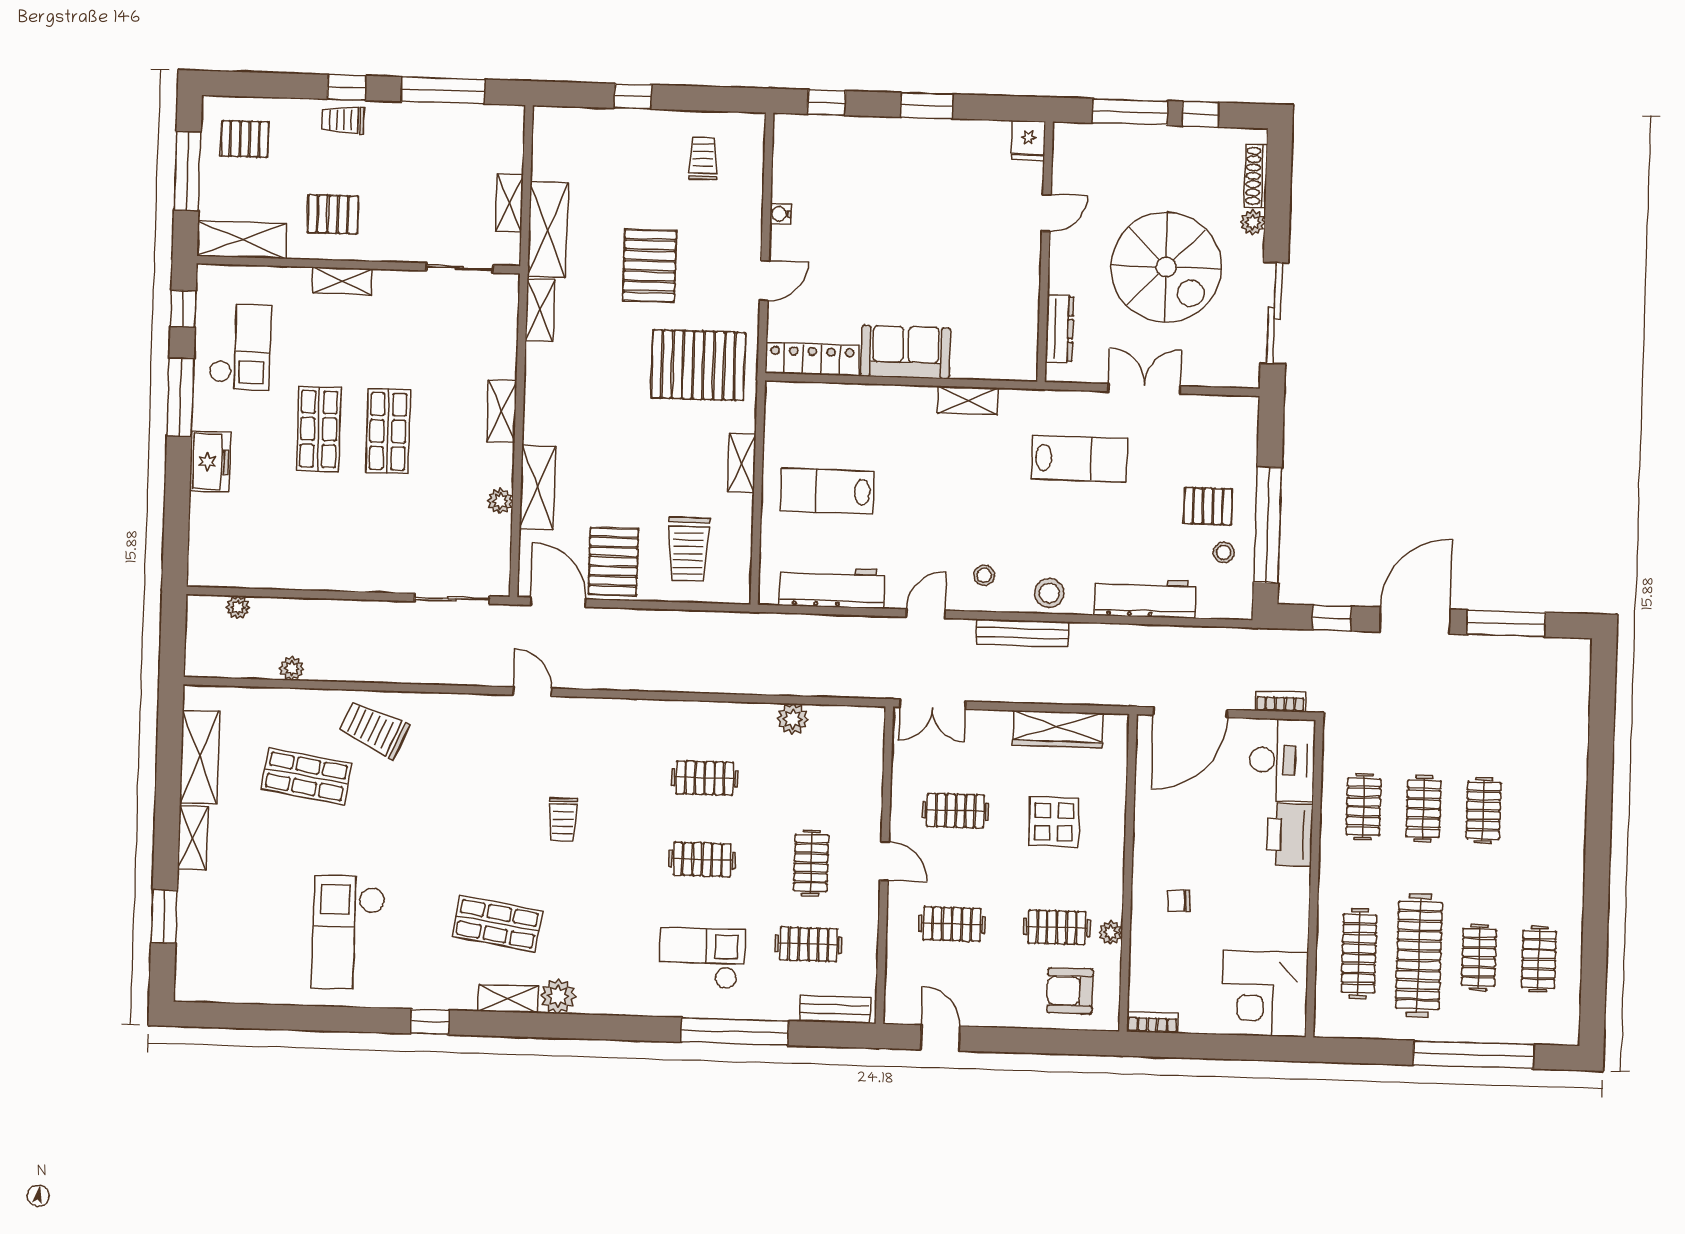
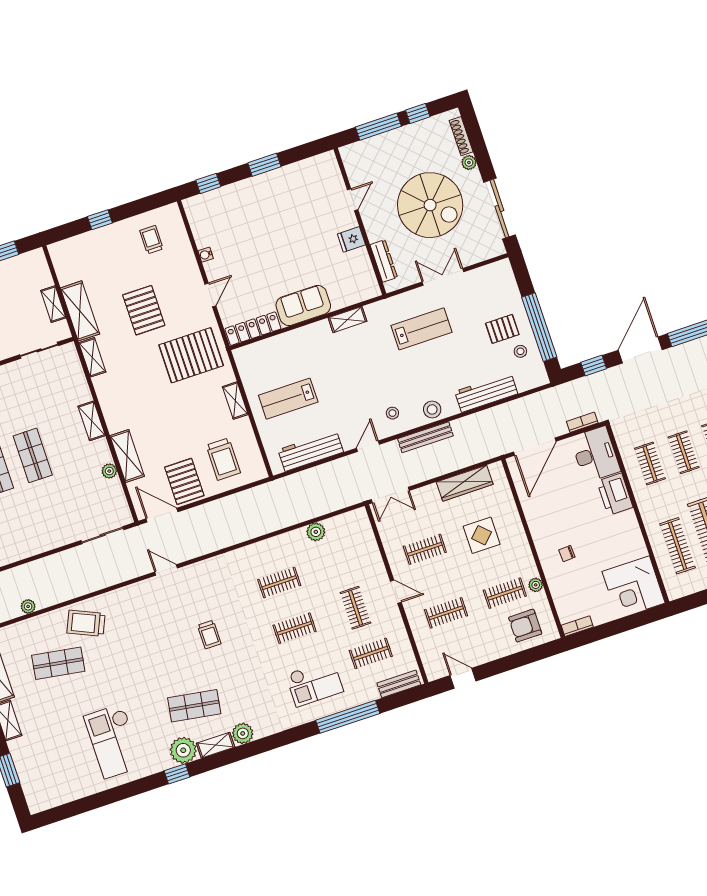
fridge: (1028, 141) -> (351, 239), moved, turned 90
checkout: (702, 958) -> (315, 683), turned 180
plant: (454, 988) -> (183, 750), added

